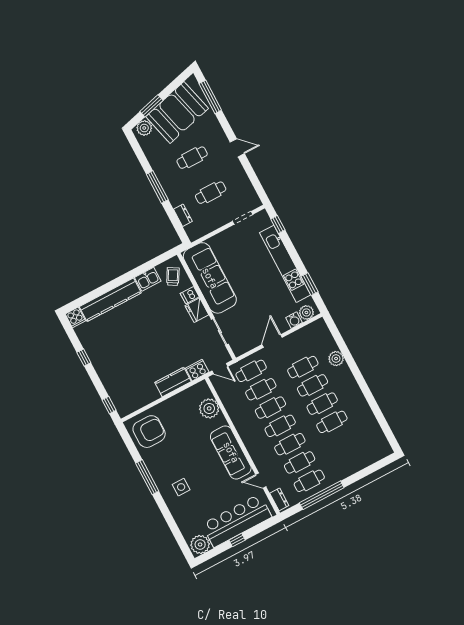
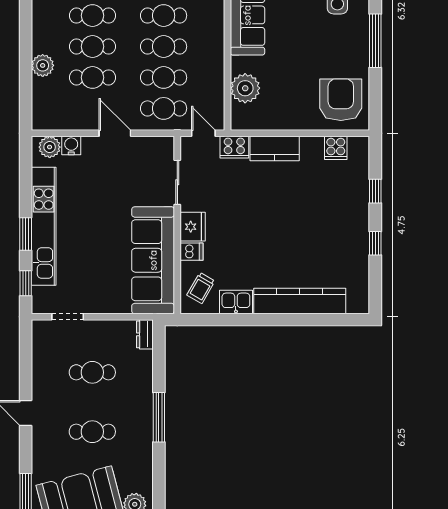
dresser: (183, 215) -> (145, 334), moved
window: (309, 284) -> (26, 234), moved
cooker: (75, 317) -> (336, 148), moved, turned 180
door: (272, 341) -> (115, 133), swing flipped
window: (109, 405) -> (375, 191), moved
armchair: (149, 432) -> (341, 100), turned 90

